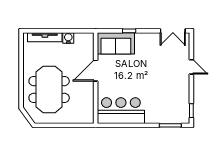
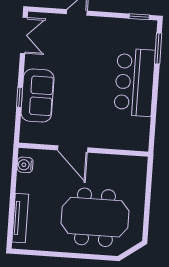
water cooler: (68, 38) -> (25, 165), moved
sofa: (116, 43) -> (37, 96), moved
bar counter: (121, 111) -> (135, 82), moved

